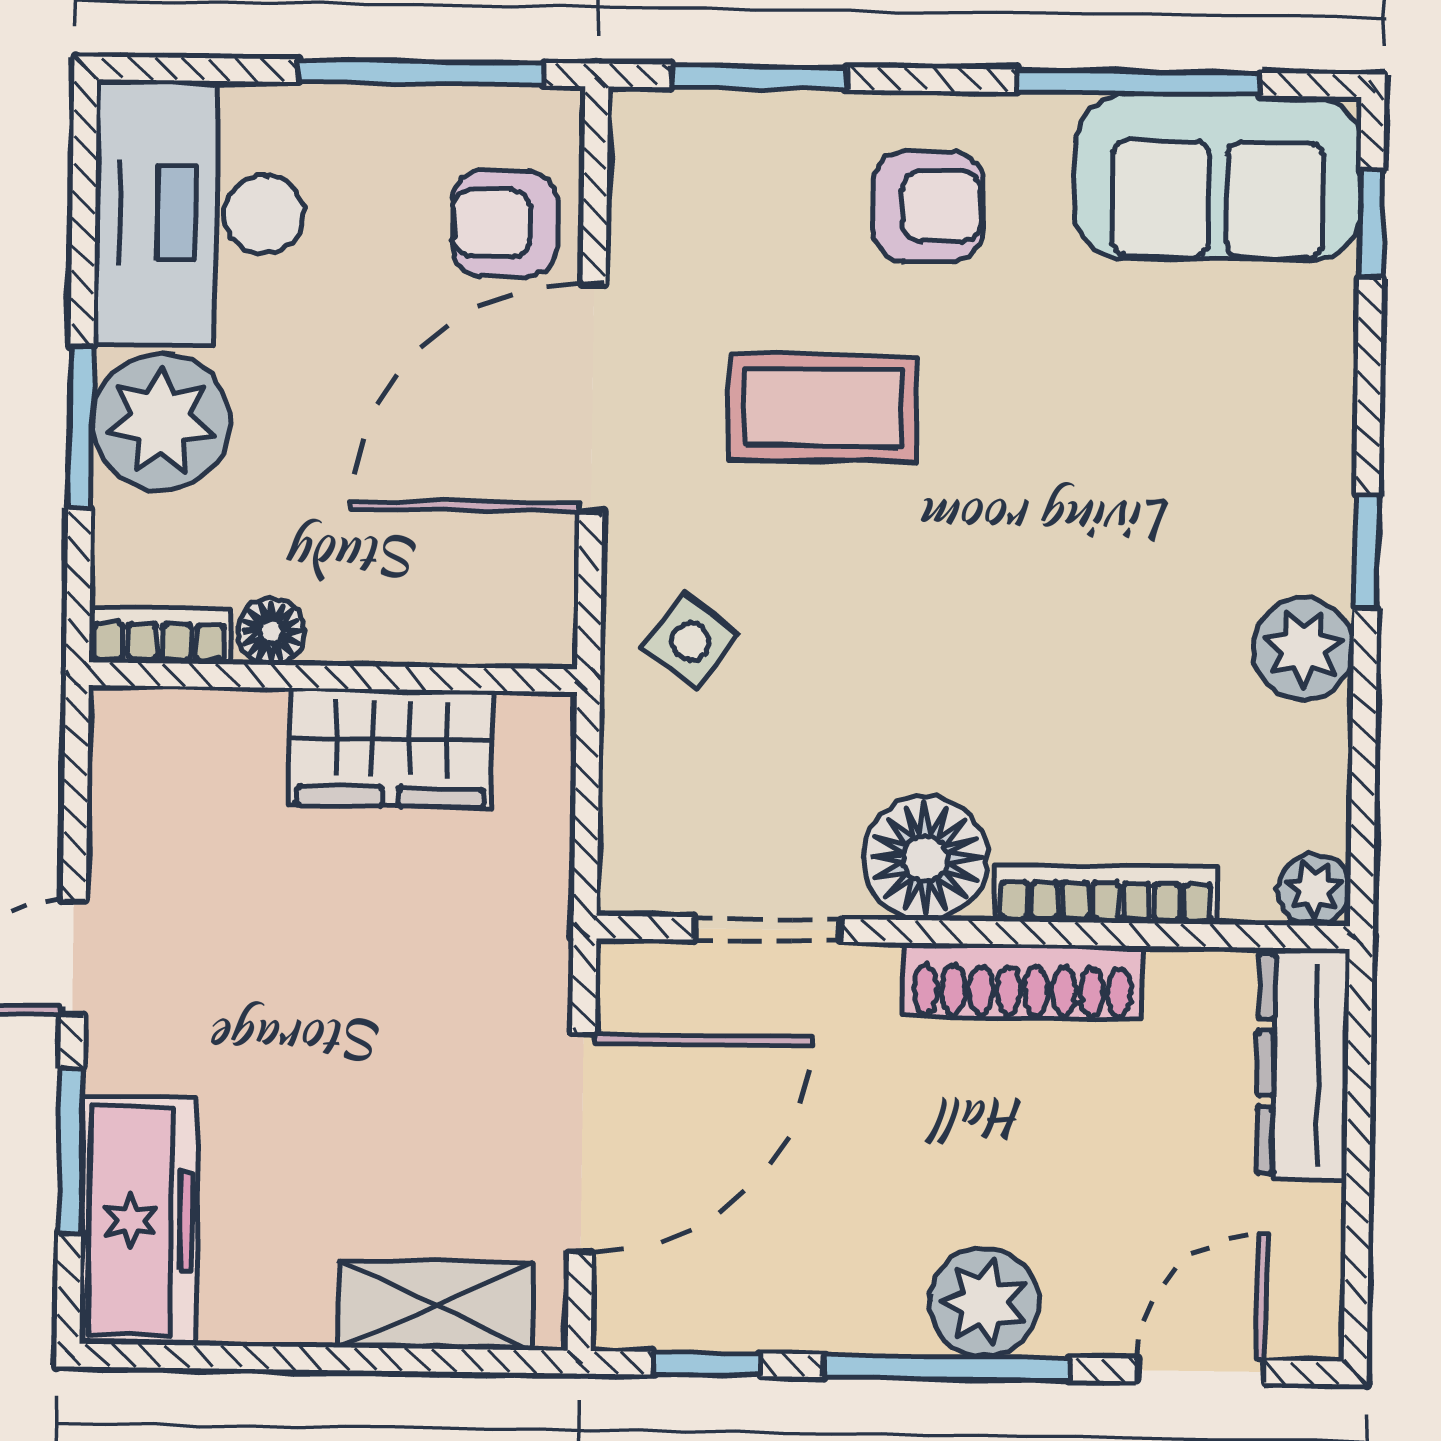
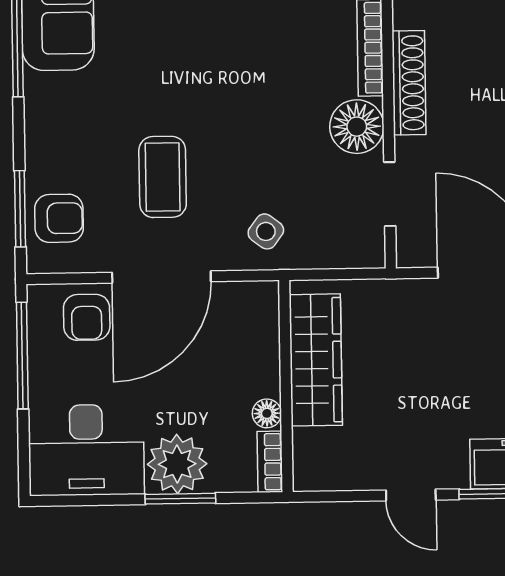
armchair: (928, 206) -> (59, 218), moved, turned 90
door: (592, 398) -> (161, 277), hinge flipped
wardrobe: (391, 748) -> (316, 360), width x1.50

